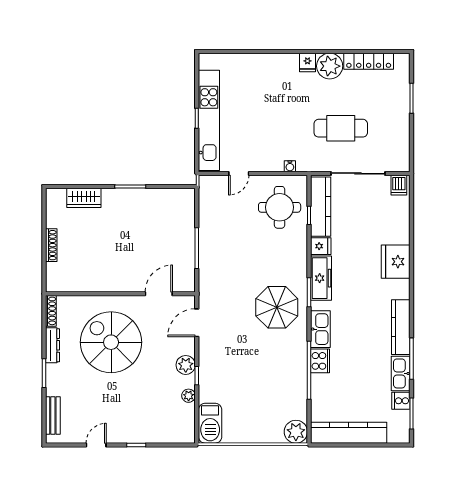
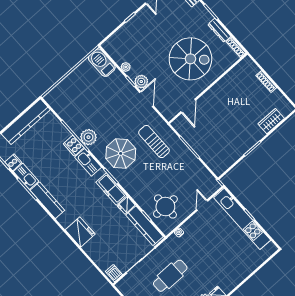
sun lounger: (230, 288) -> (154, 142), added
door: (197, 323) -> (146, 99), moved
plant: (296, 432) -> (88, 137), moved

